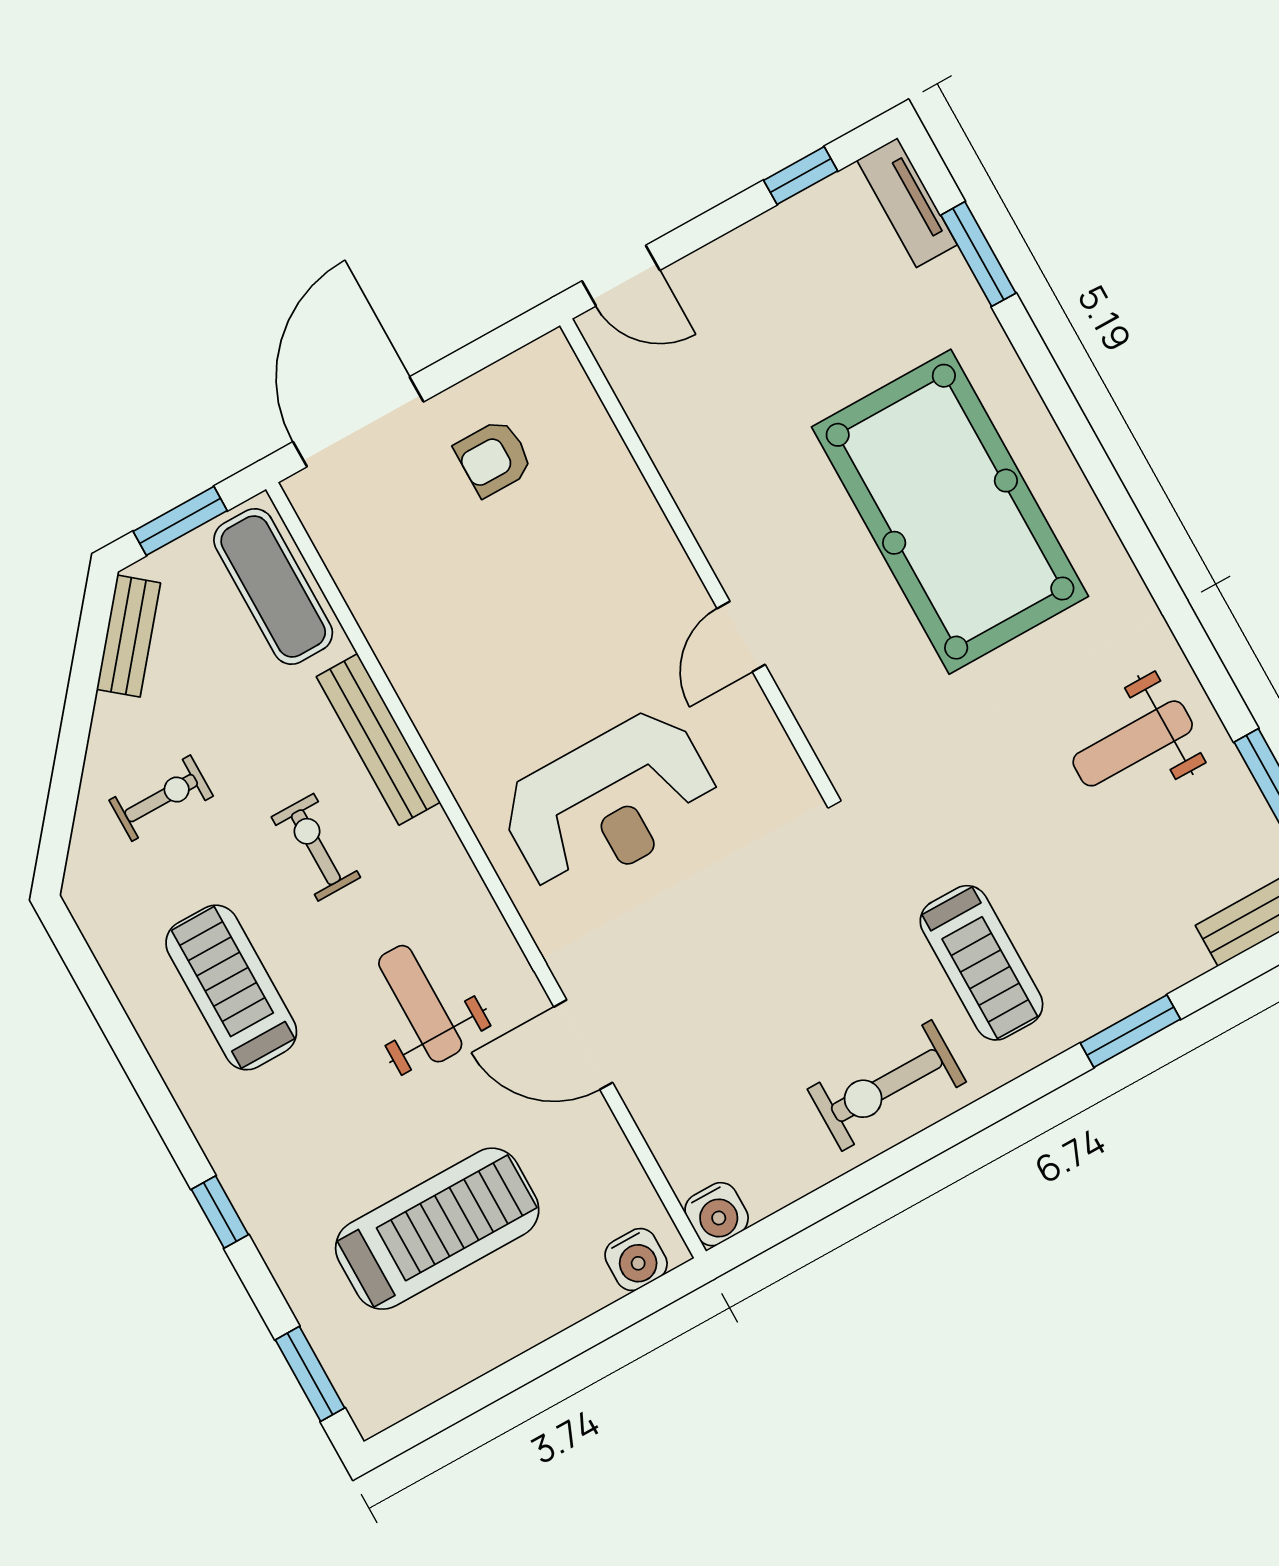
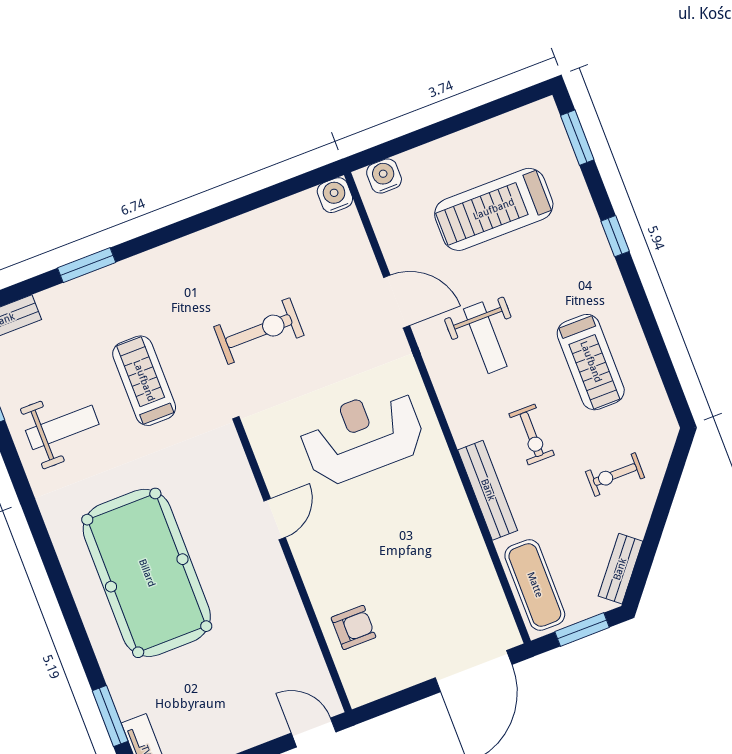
armchair: (494, 458) -> (353, 627), moved
treadmill: (981, 963) -> (144, 381), moved
exercise bike: (887, 1086) -> (259, 331), moved

